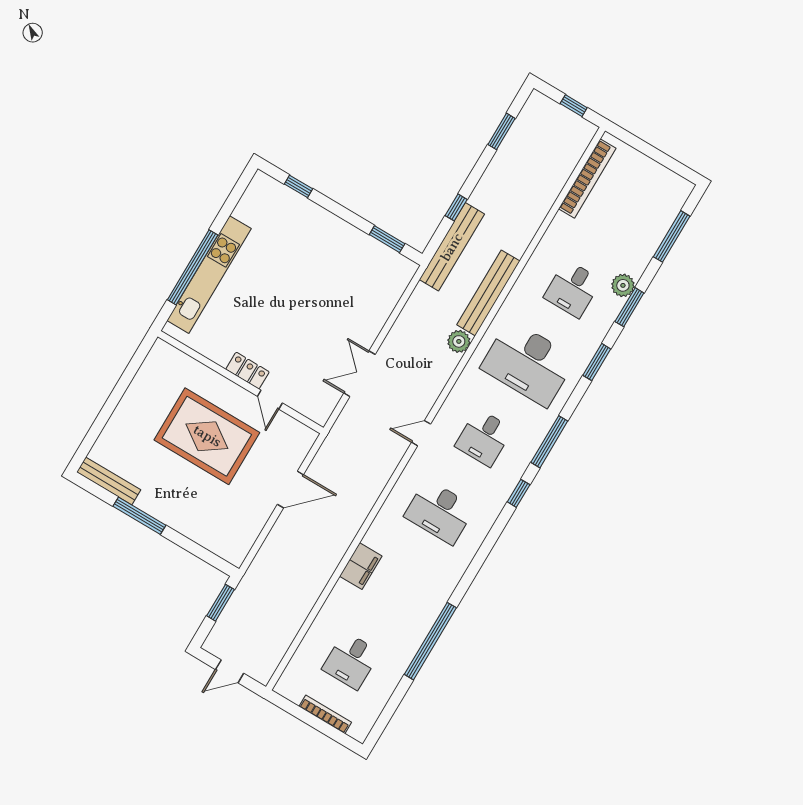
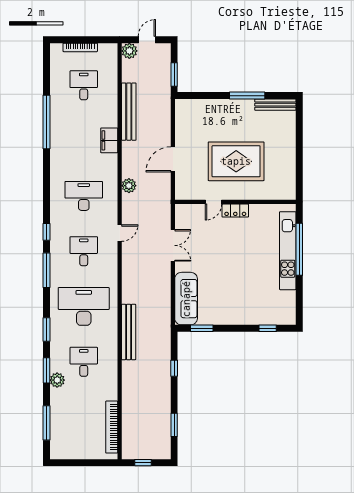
bench: (452, 247) -> (129, 112), moved
sofa: (384, 292) -> (186, 299), added
plant: (459, 341) -> (129, 186), moved
door: (270, 400) -> (214, 202), swing flipped
plant: (262, 670) -> (129, 51), added

